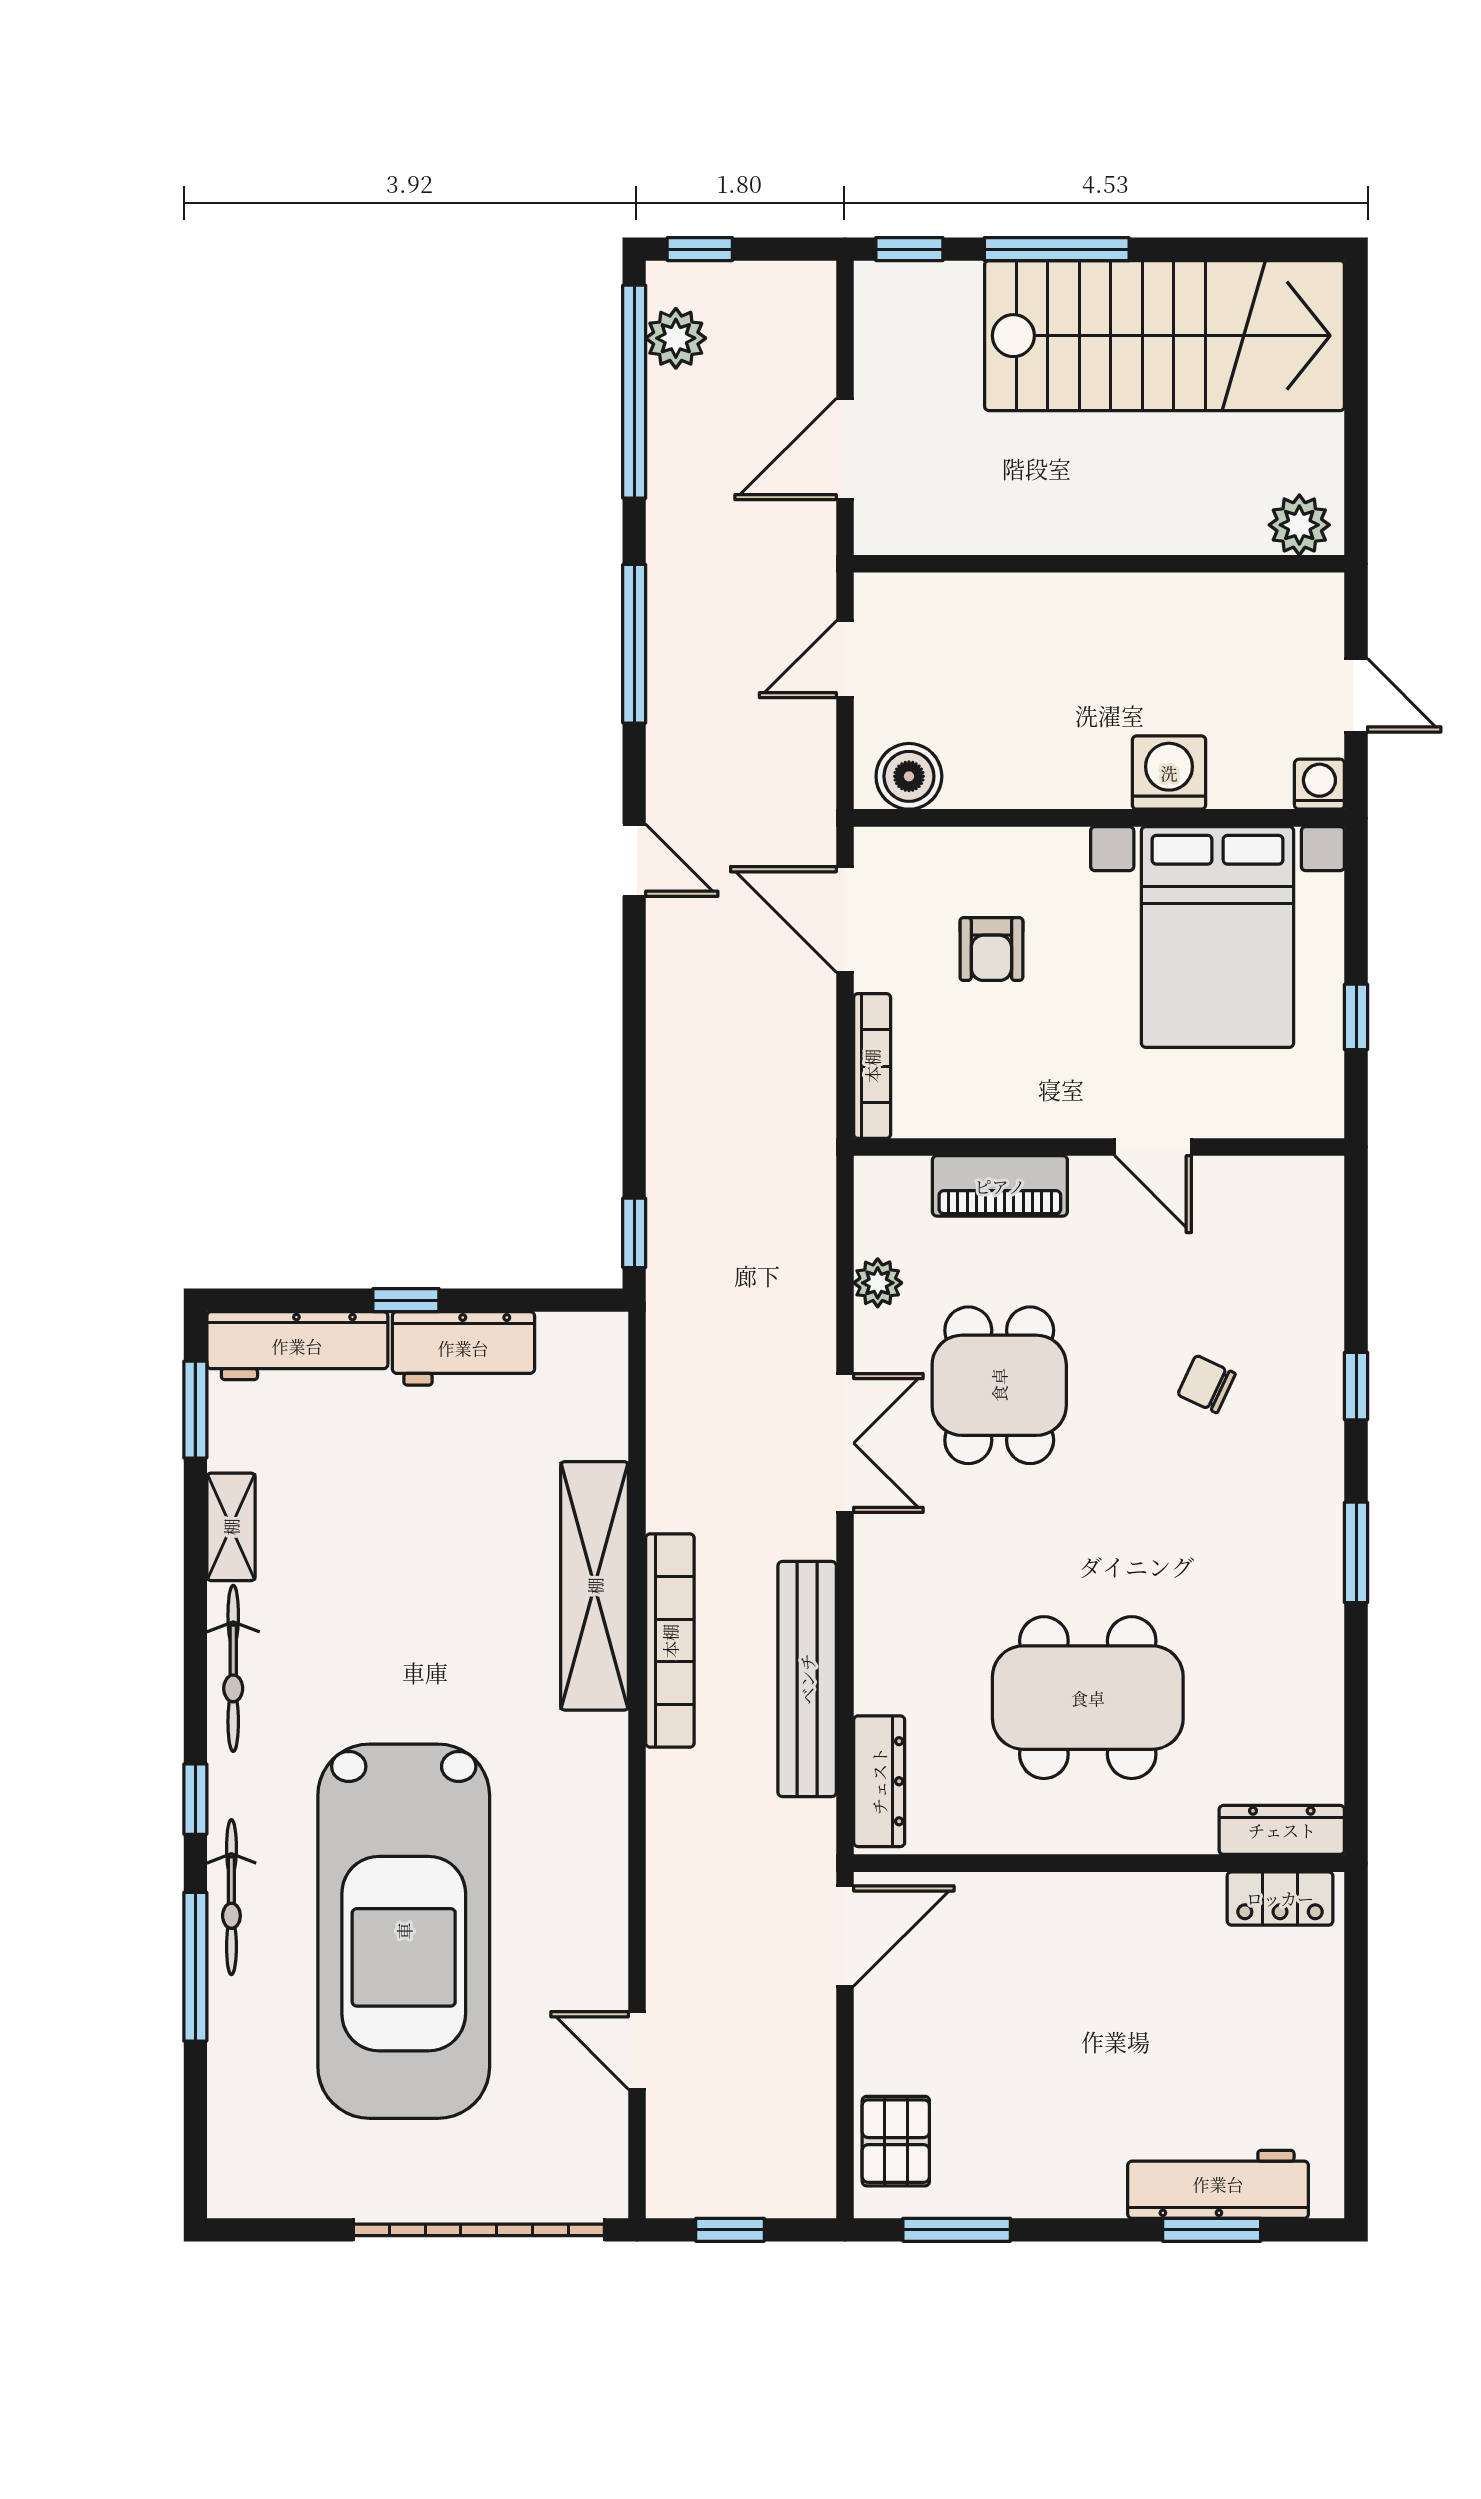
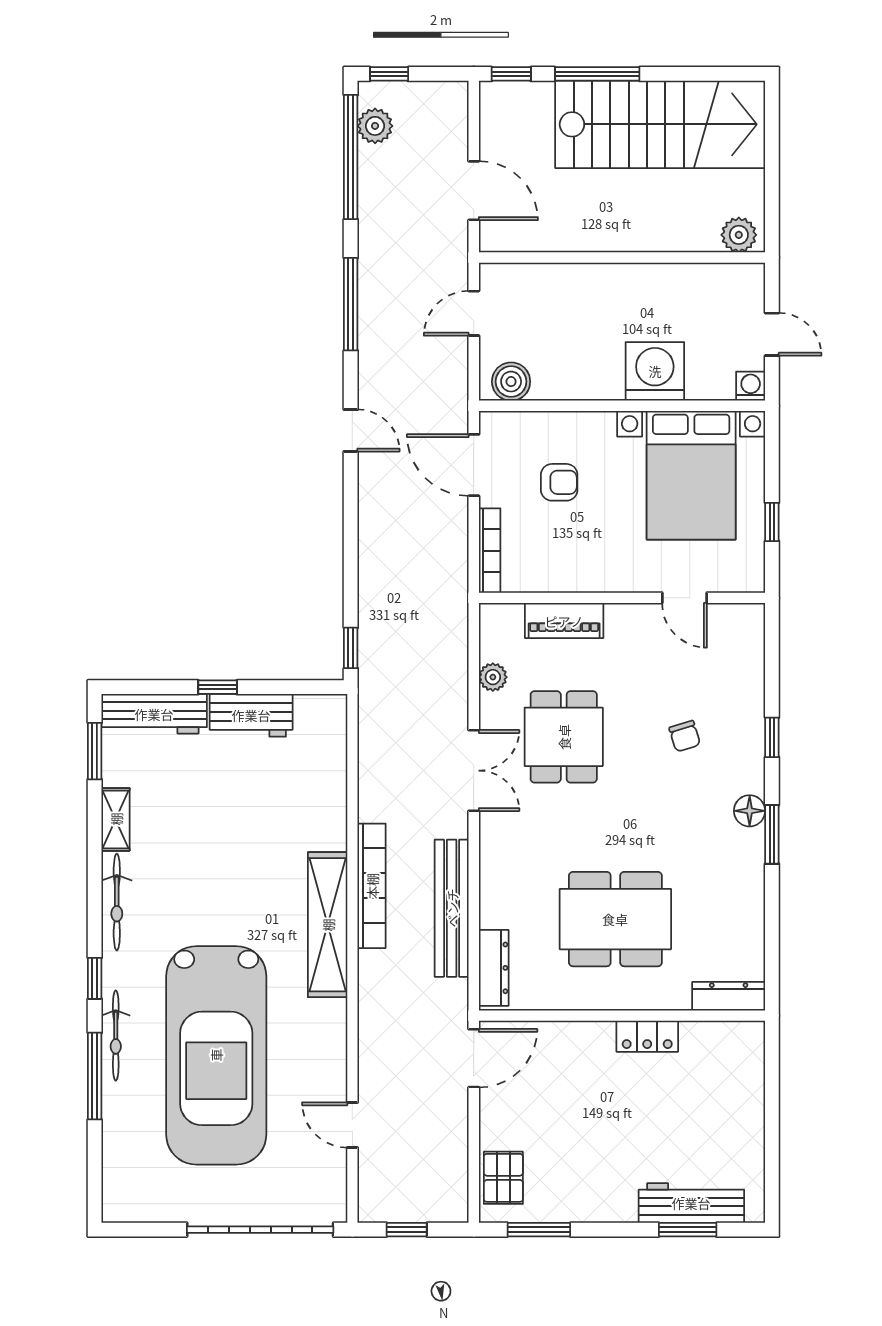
door: (845, 449) -> (474, 191), swing flipped
washing machine: (1169, 773) -> (655, 371), width x1.37, depth x1.37
armchair: (991, 949) -> (559, 482), turned -90
door: (1153, 1147) -> (684, 598), moved
chair: (1207, 1384) -> (685, 736), turned -132
floor lamp: (1318, 1512) -> (750, 811), added
shelving: (595, 1586) -> (328, 925), moved
locker: (1280, 1898) -> (647, 1036), moved

